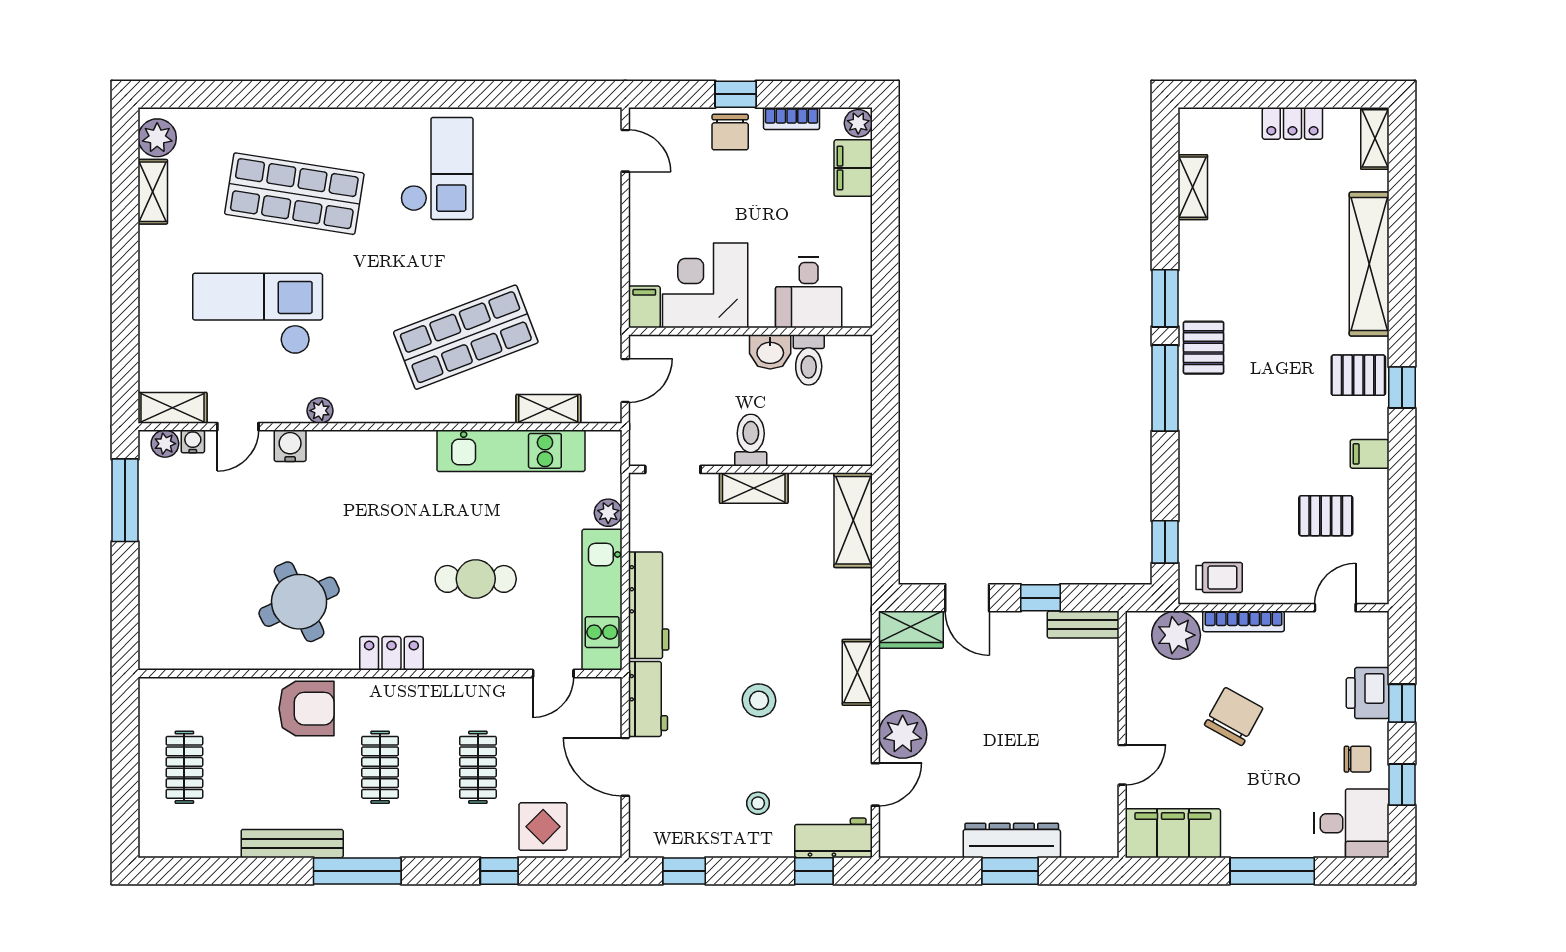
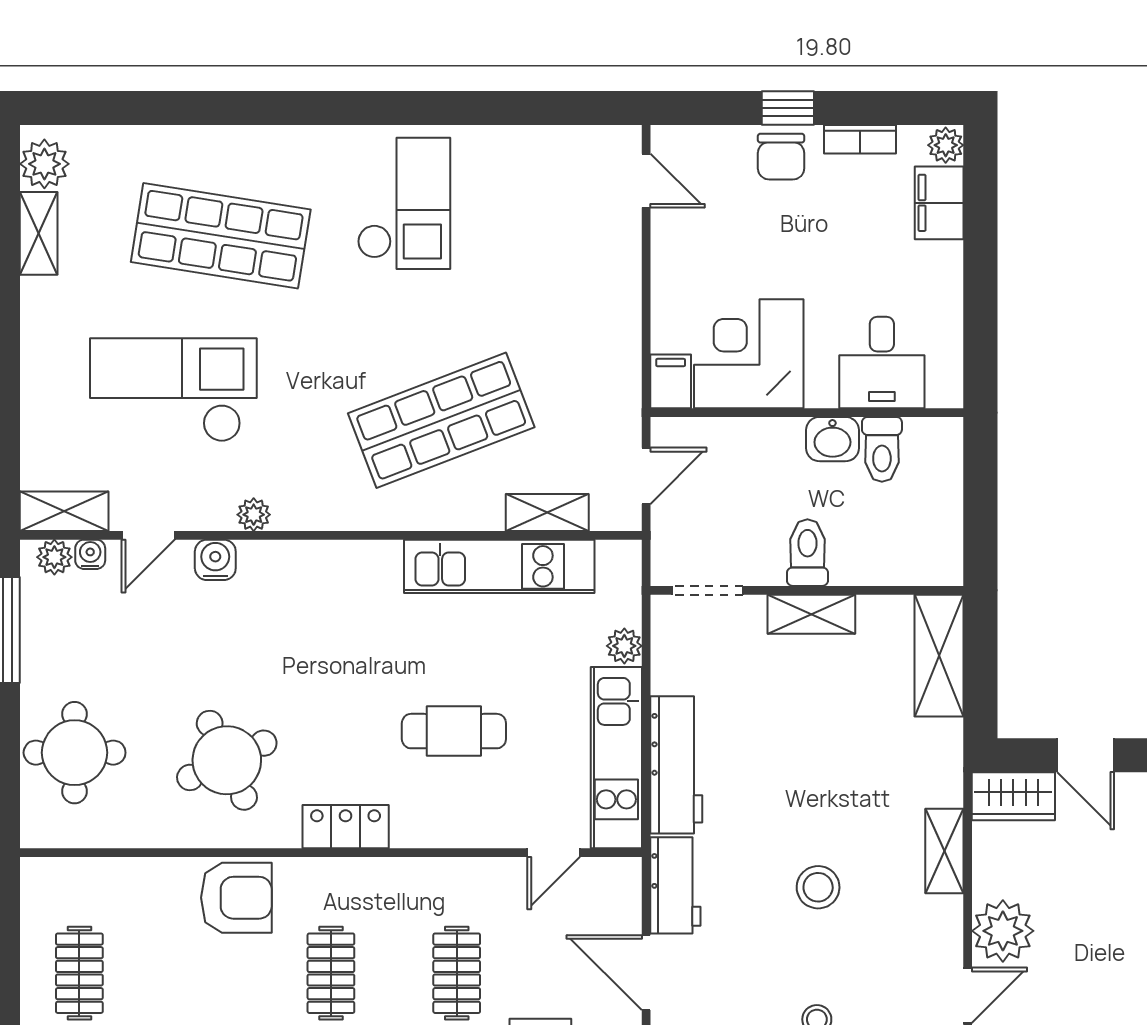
round table: (181, 596) -> (75, 753), added

